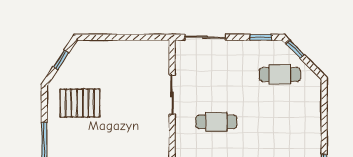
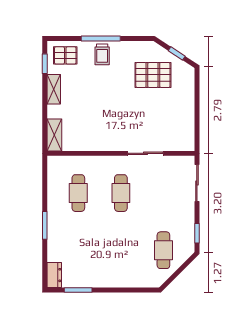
window: (295, 49) -> (186, 264), removed
pallet: (80, 103) -> (153, 75), moved, turned 90
trolley: (62, 143) -> (102, 54), added

